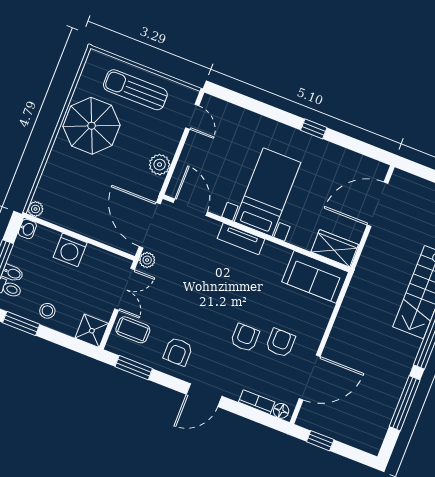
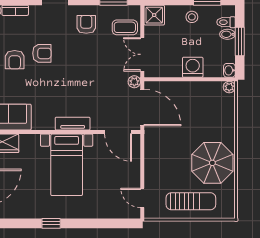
plant: (160, 165) -> (152, 154), removed
armchair: (245, 338) -> (42, 53), turned -90

